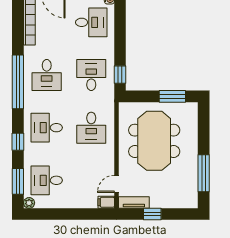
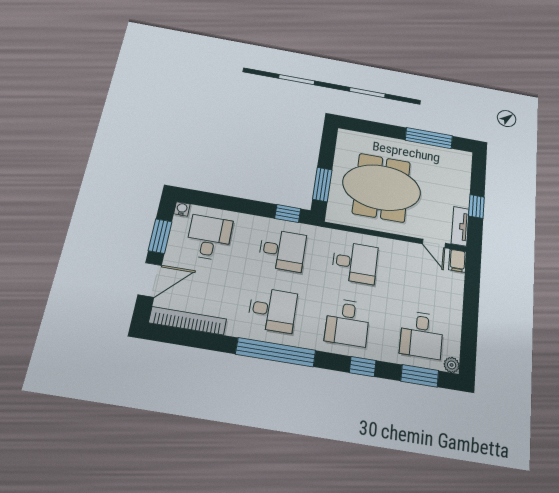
desk: (91, 75) -> (282, 250), turned 180
window: (172, 96) -> (322, 185), moved

